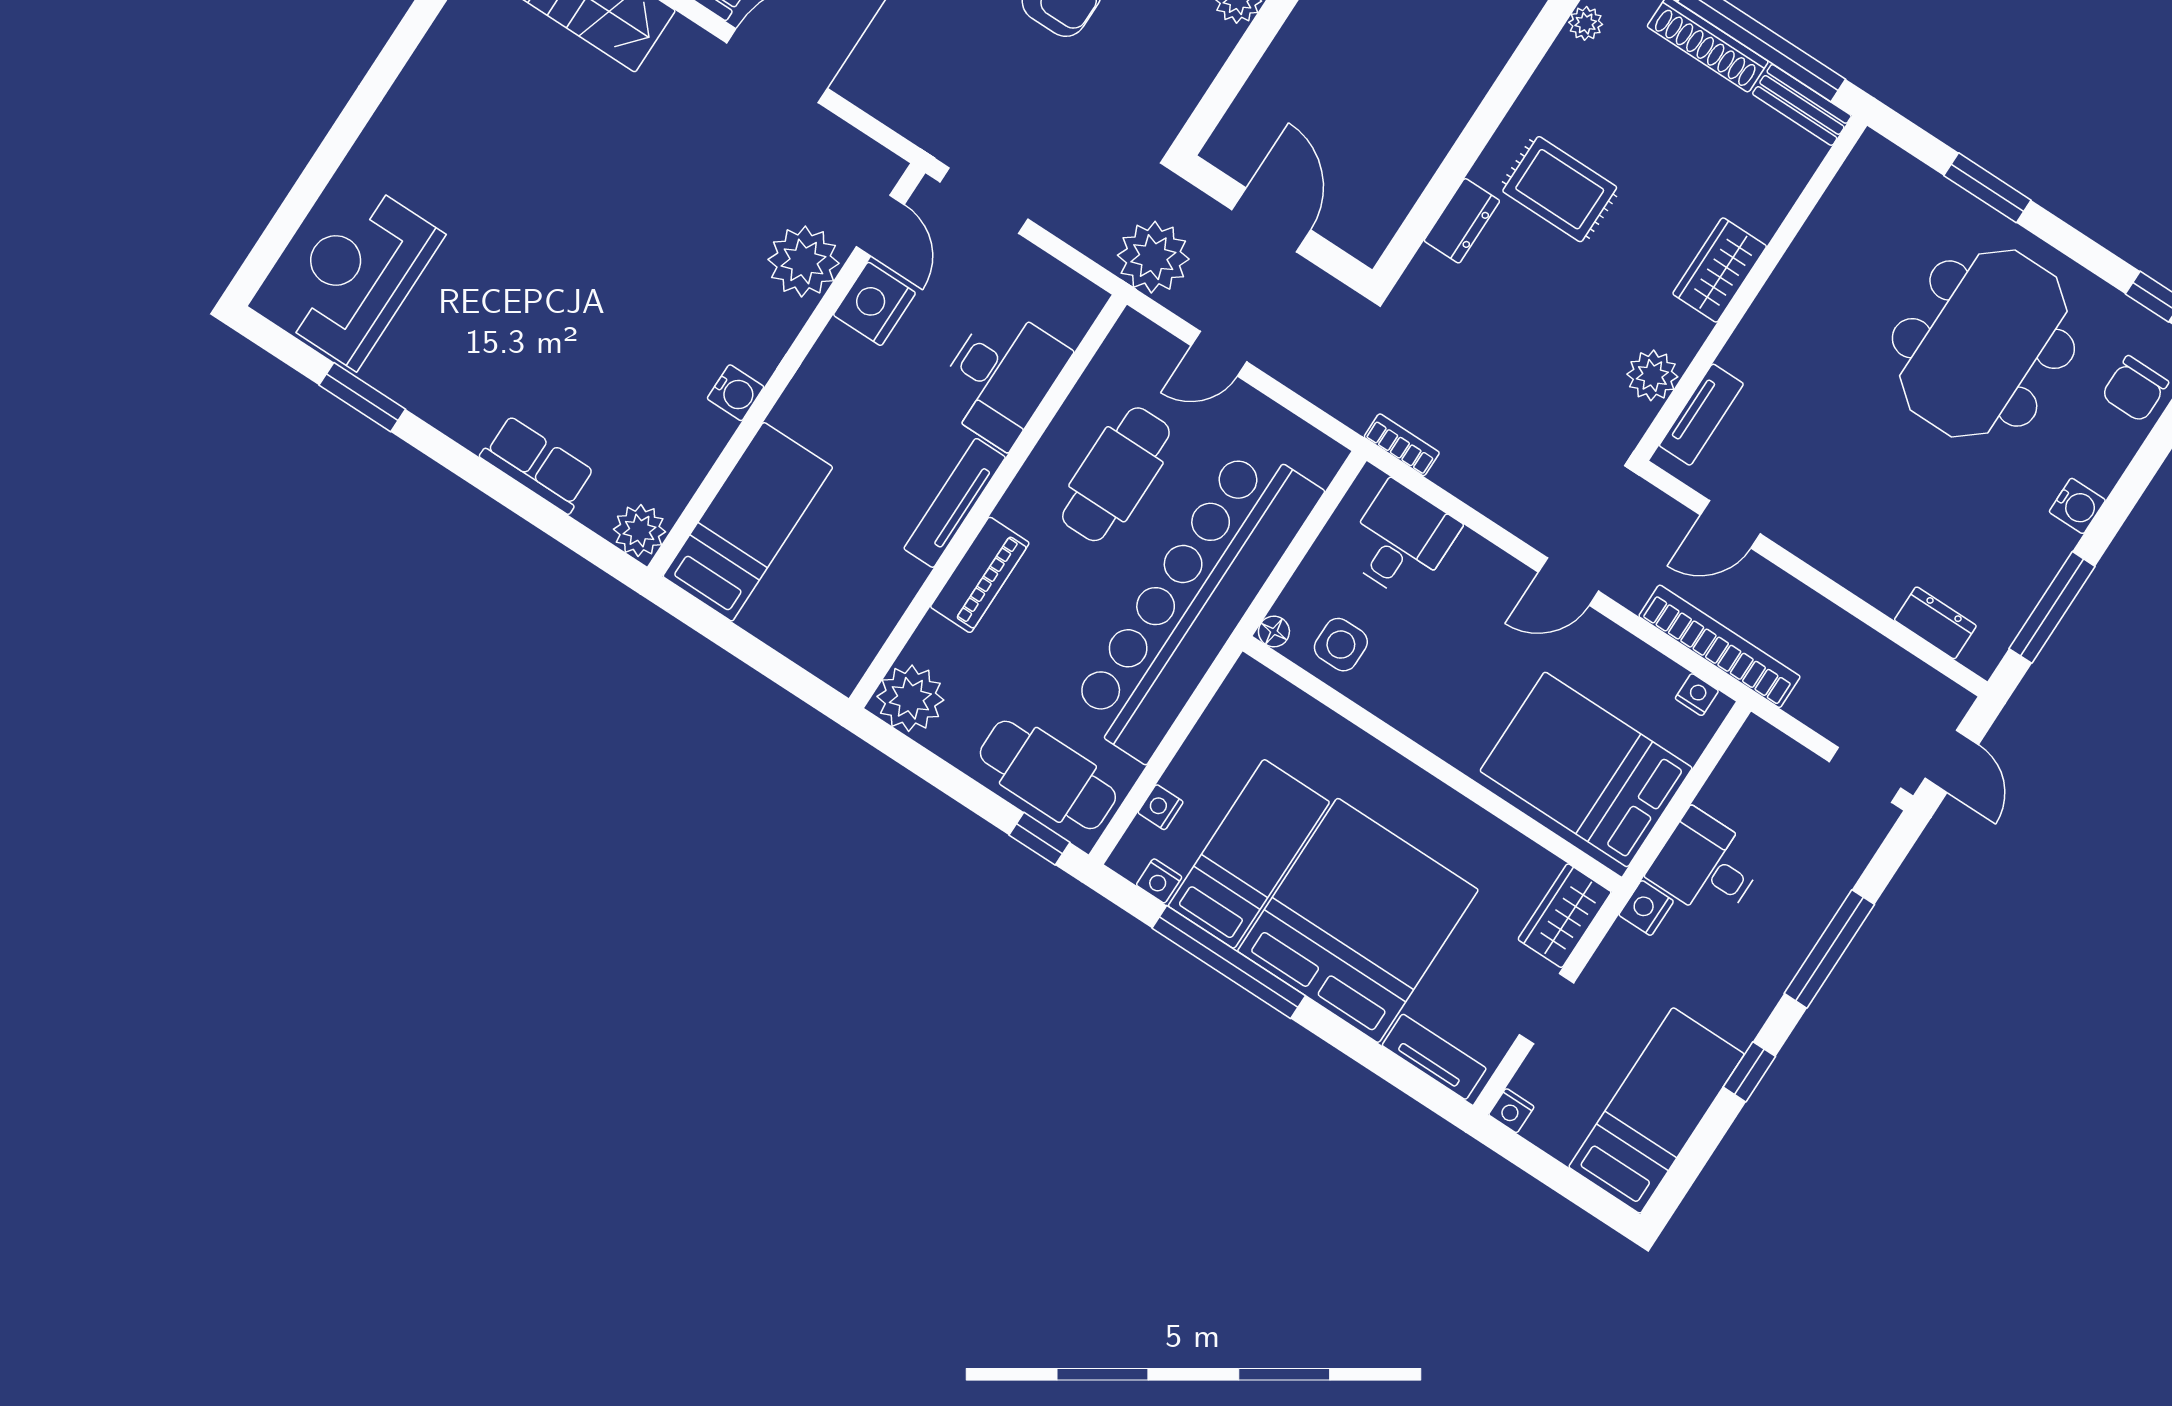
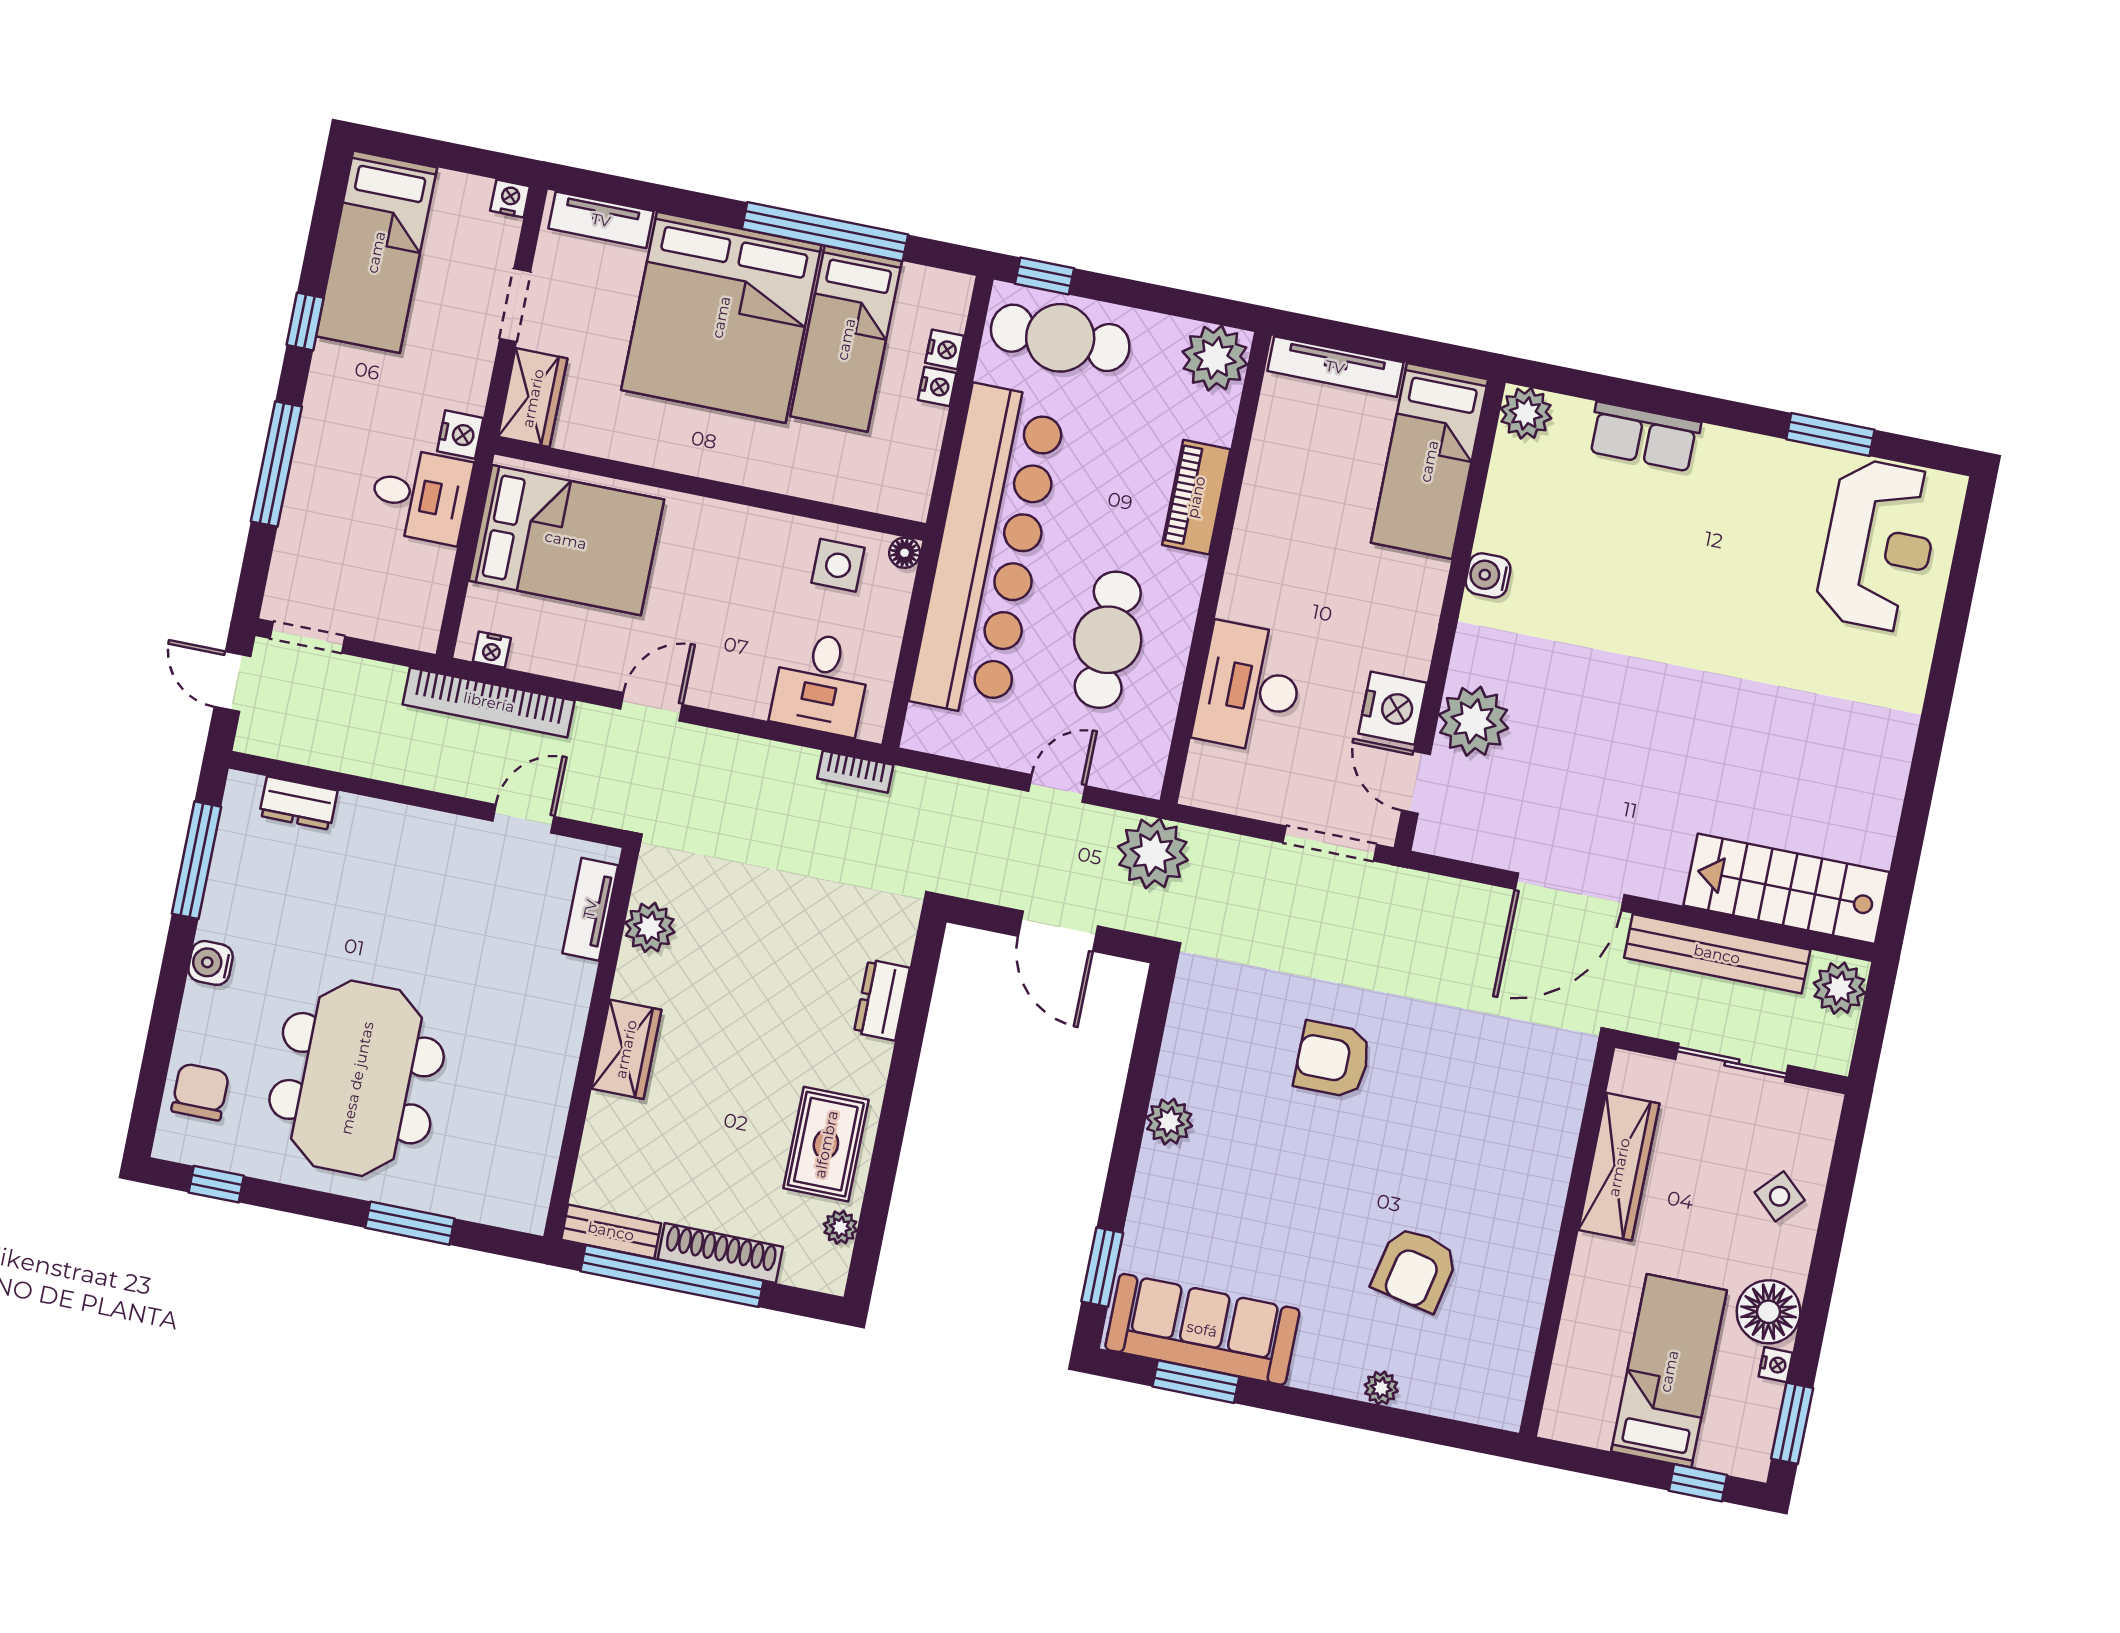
rug: (1560, 189) -> (826, 1144), moved, turned 90
tv unit: (955, 503) -> (1335, 367), moved, turned 90
nightstand: (1159, 881) -> (937, 387), moved, turned 90

